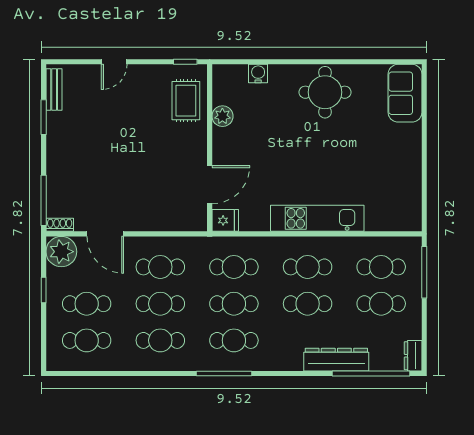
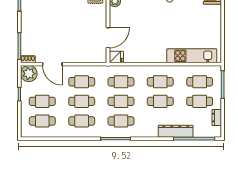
kitchen unit: (317, 218) -> (192, 56), moved
dresser: (413, 356) -> (217, 117), moved

